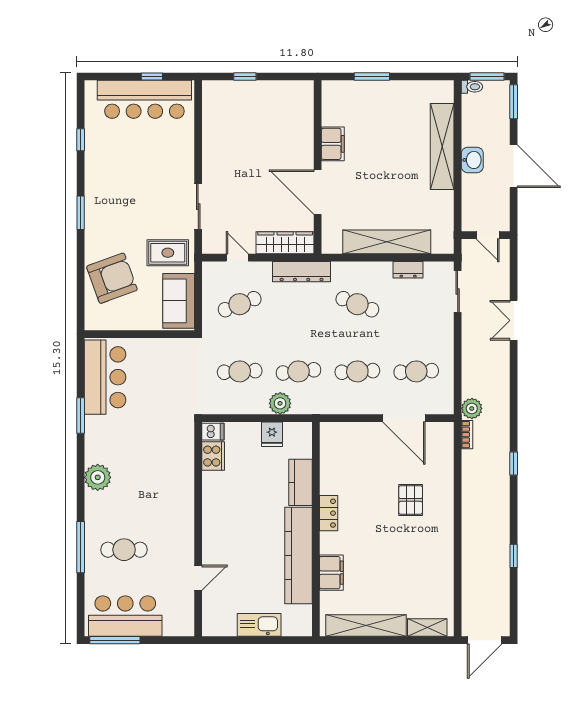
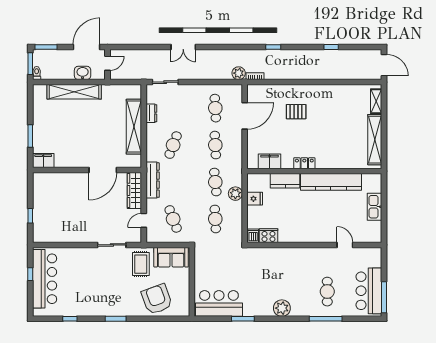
filing cabinet: (333, 144) -> (43, 161), moved
wall: (486, 235) -> (108, 65), moved
door: (488, 235) -> (108, 63), moved
filing cabinet: (331, 573) -> (270, 161), moved

